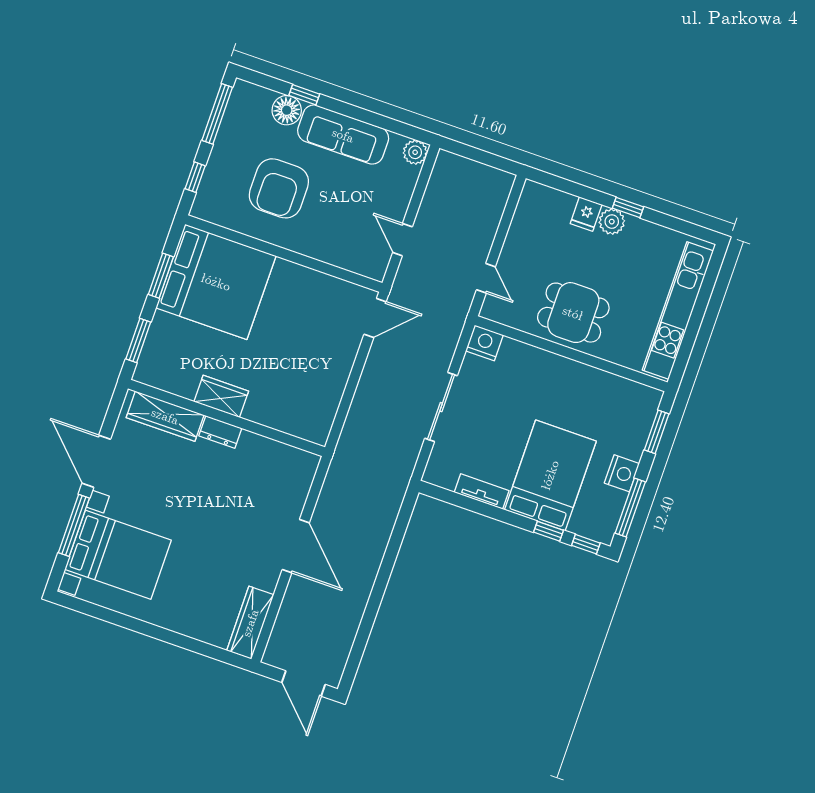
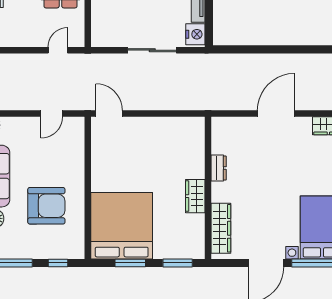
nightstand: (484, 343) -> (195, 34), moved, turned 180
dresser: (220, 432) -> (219, 168), moved

